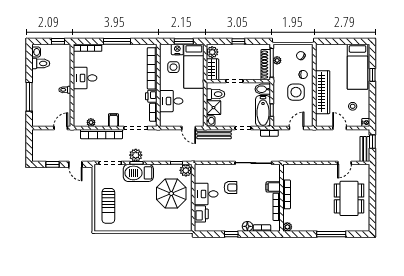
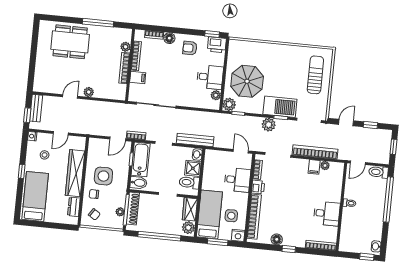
window: (58, 41) -> (367, 257), moved
window: (117, 41) -> (289, 249), width x0.46
window: (238, 41) -> (159, 236), width x3.17
floor lamp: (129, 49) -> (277, 239), added
nightstand: (177, 50) -> (238, 235), moved
dresser: (321, 61) -> (74, 207), added
toilet: (41, 63) -> (378, 172), moved
window: (372, 75) -> (22, 171), moved
window: (29, 97) -> (388, 199), width x1.46
filing cabinet: (113, 120) -> (314, 167), moved
door: (189, 128) -> (241, 151), moved
door: (296, 128) -> (118, 139), moved
door: (340, 128) -> (61, 133), hinge flipped
window: (29, 146) -> (393, 147), added
plant: (136, 155) -> (269, 125), moved
door: (344, 163) -> (70, 97), moved
door: (75, 164) -> (346, 123), hinge flipped
plant: (317, 169) -> (89, 92), added
plant: (199, 178) -> (216, 95), added
armchair: (231, 187) -> (190, 48), moved
dining table: (349, 198) -> (70, 42), moved, turned 90
printer: (201, 214) -> (217, 45), moved, turned -90
plant: (287, 227) -> (126, 47), moved
window: (231, 234) -> (212, 34), moved
window: (331, 234) -> (98, 23), moved

